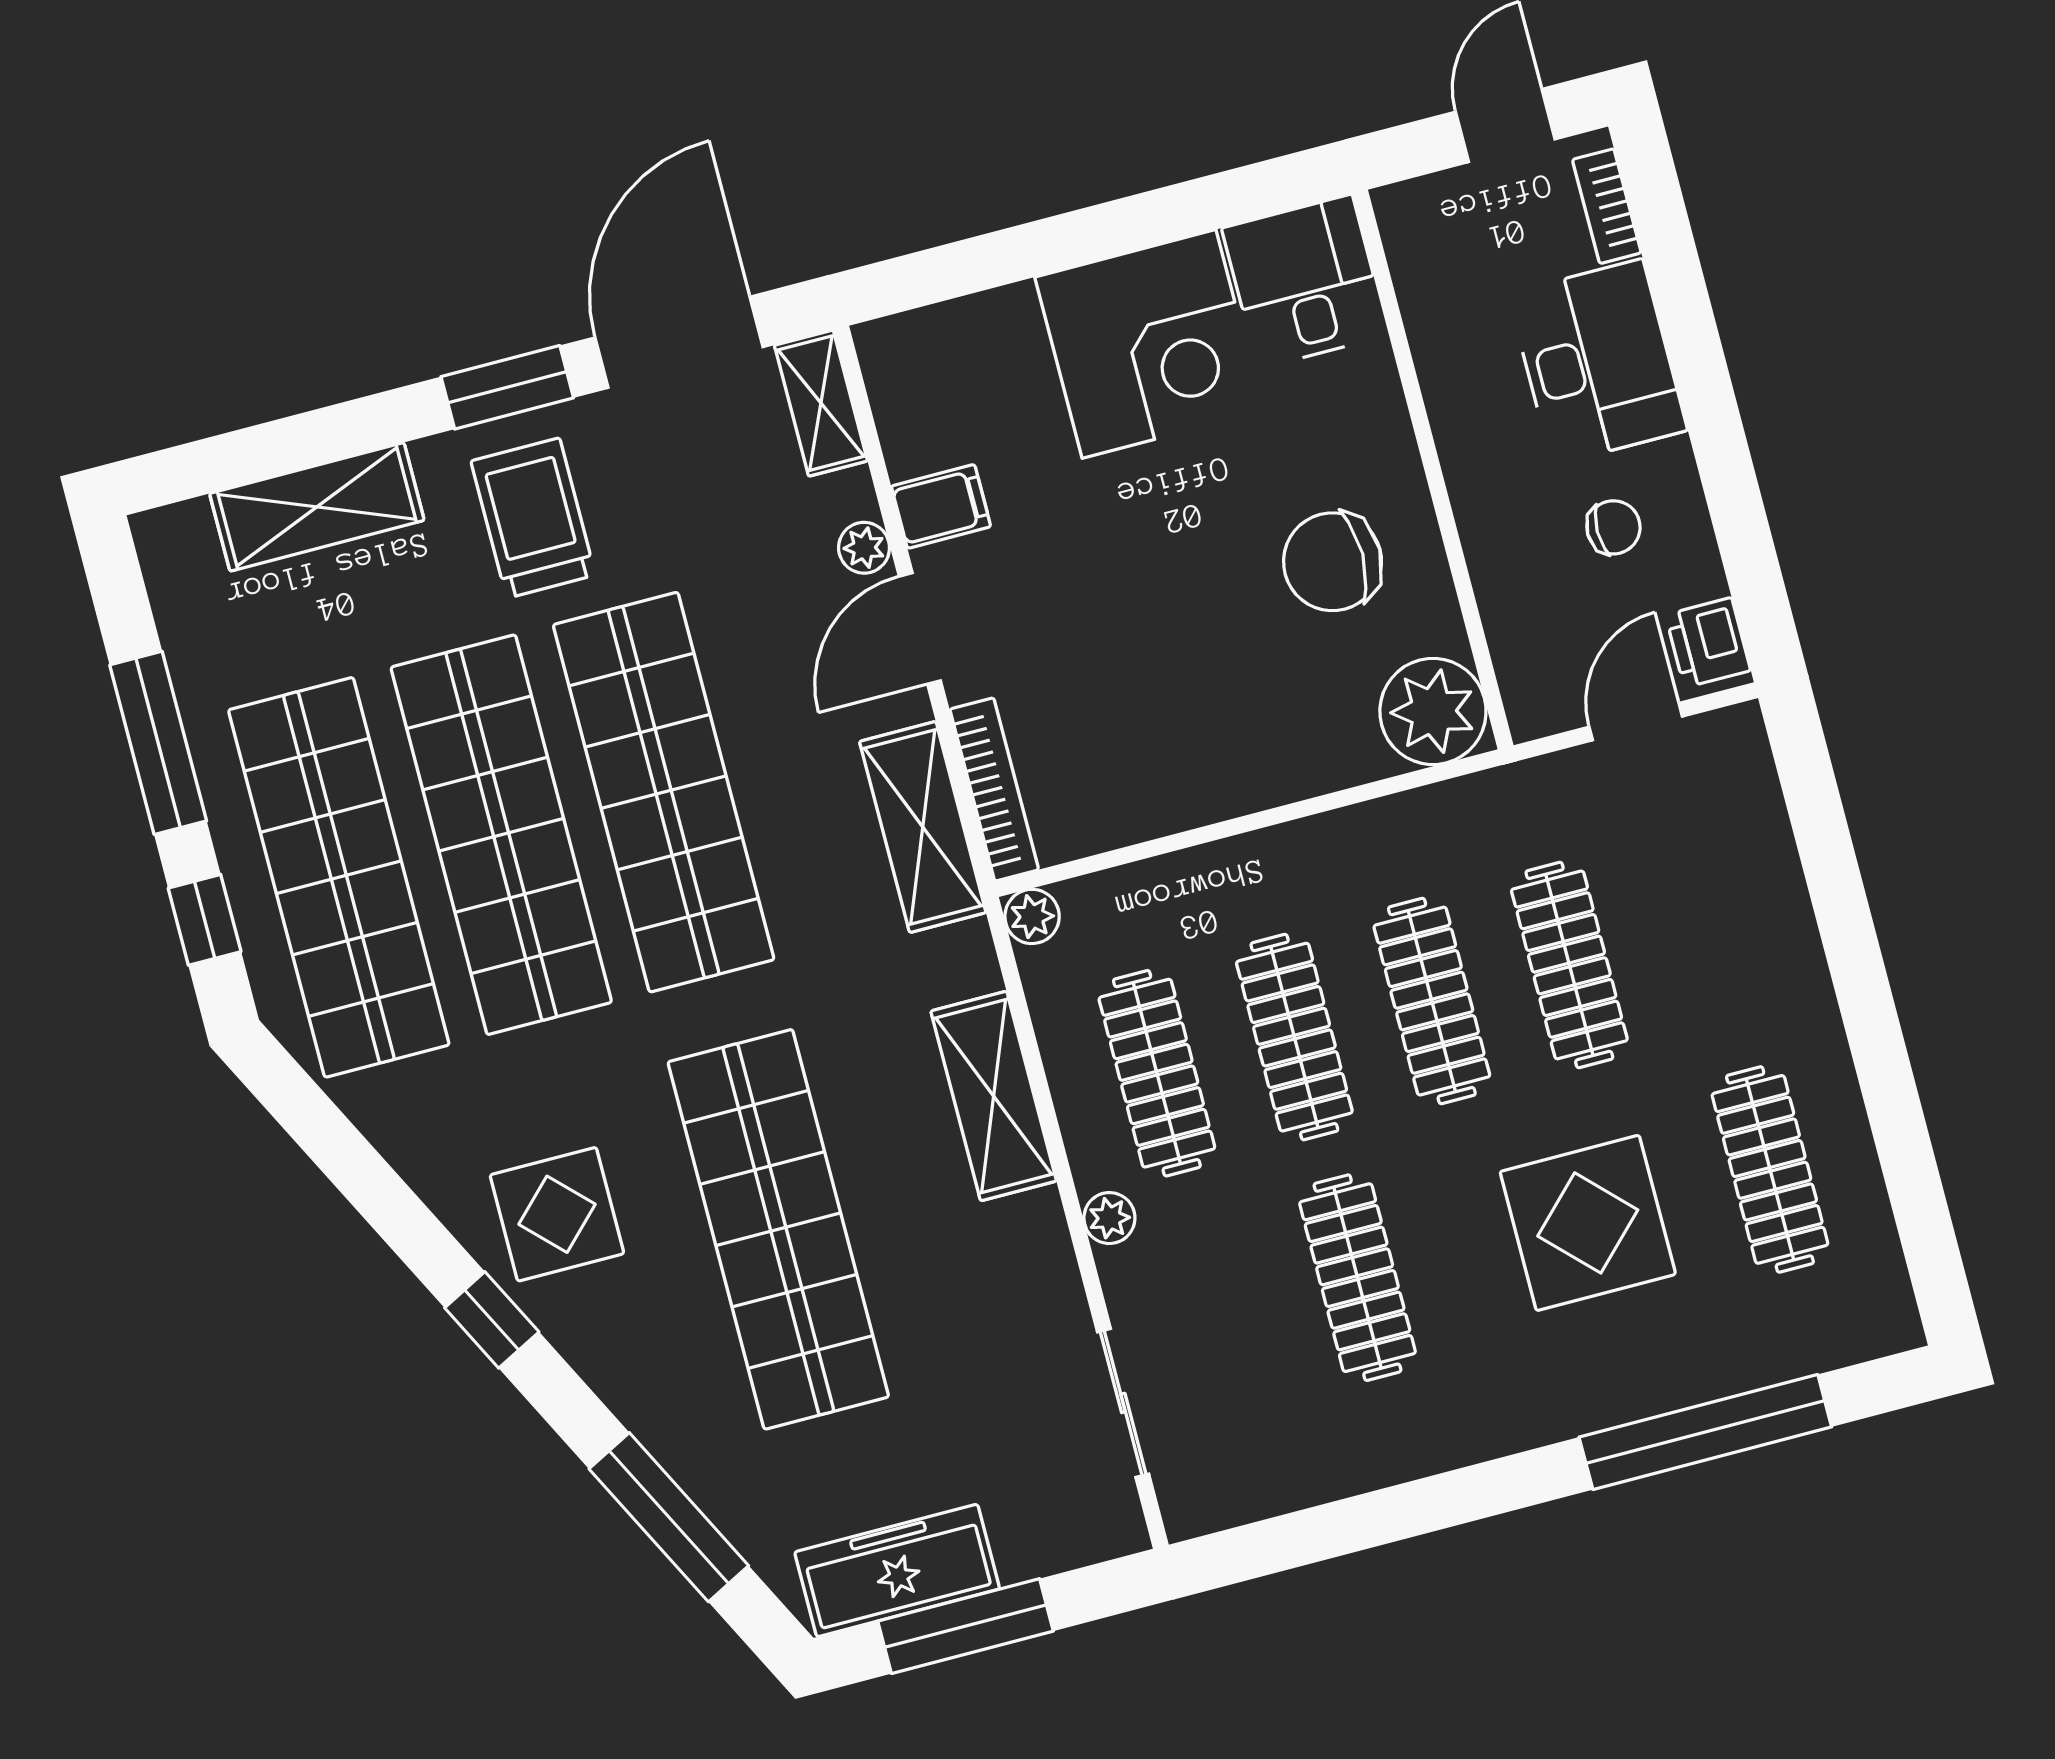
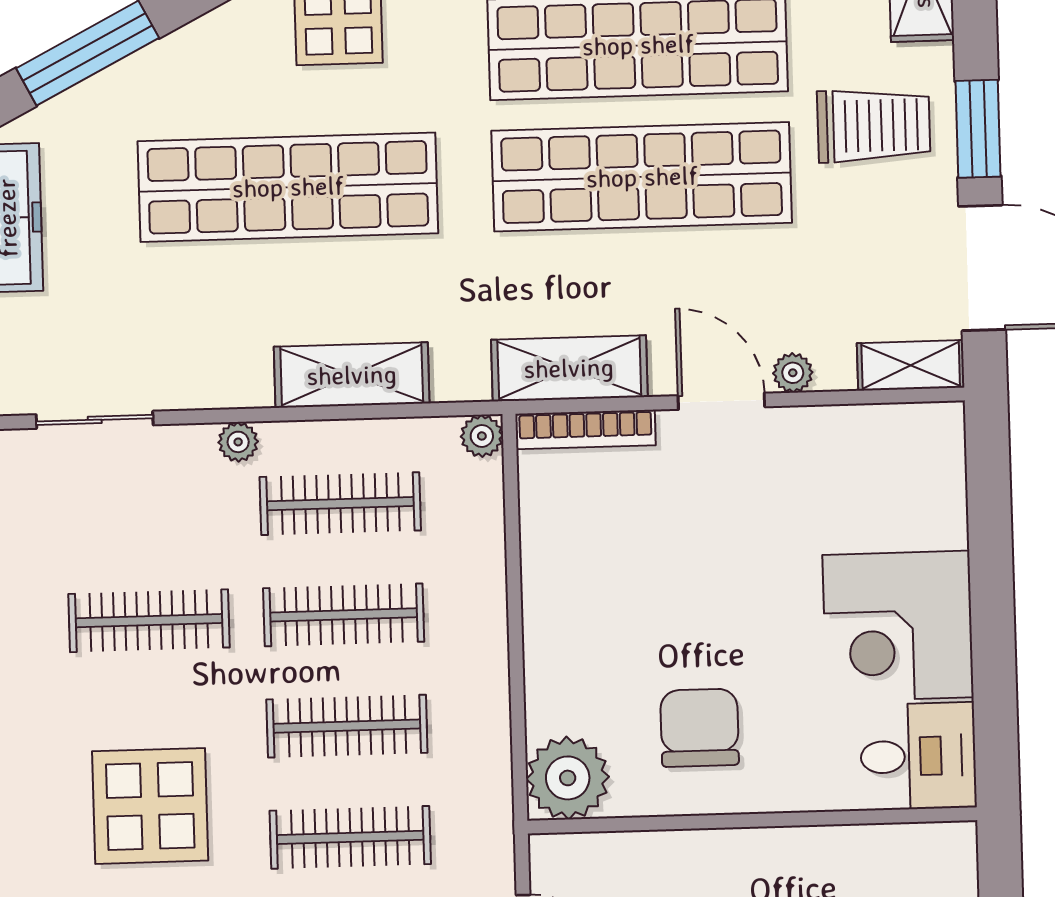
filing cabinet: (941, 506) -> (811, 439), removed

